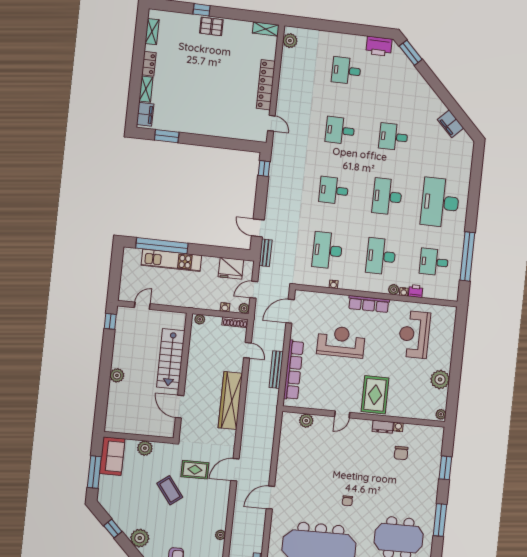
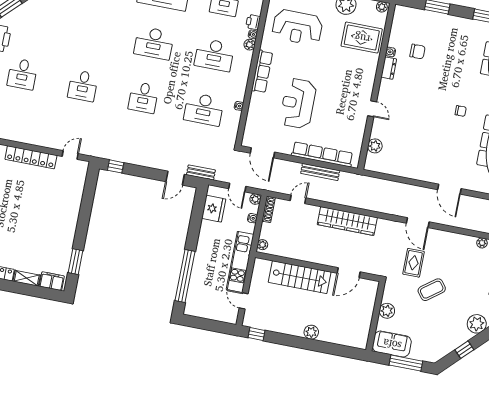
desk: (393, 137) -> (93, 31), removed
kitchen unit: (171, 260) -> (240, 262), moved, turned 180
rug: (375, 395) -> (362, 38), moved

